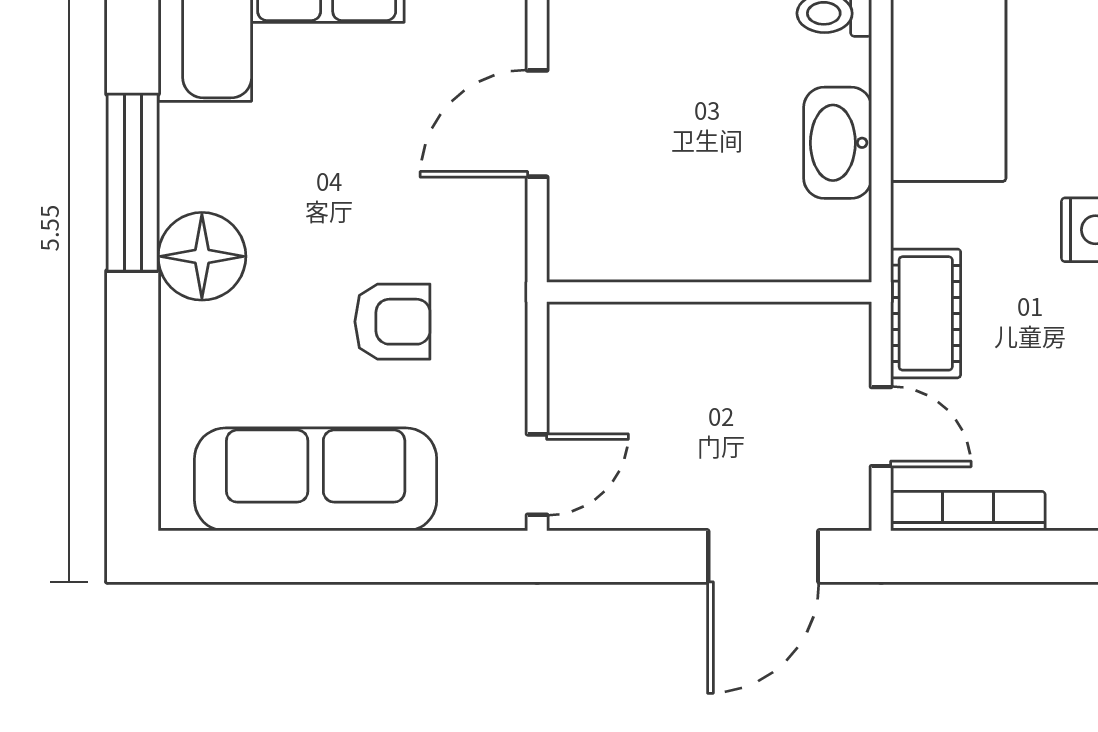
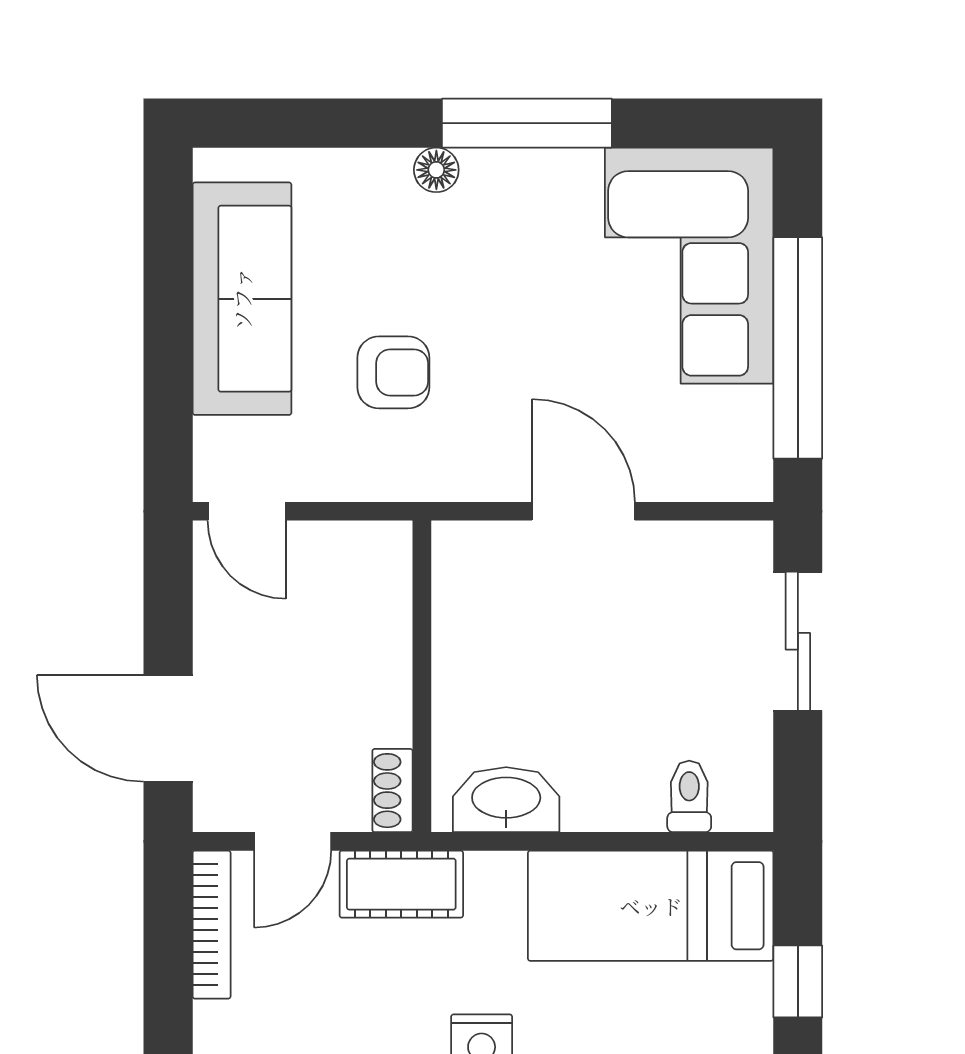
washbasin: (838, 143) -> (506, 800), moved
floor lamp: (202, 256) -> (436, 170), width x0.53, depth x0.53
armchair: (392, 322) -> (393, 372), turned -90
shoe rack: (828, 323) -> (392, 791), added

